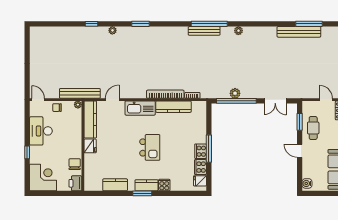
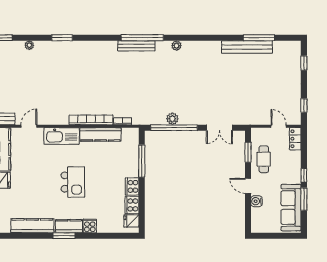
window: (209, 149) -> (142, 161), moved
water cooler: (307, 183) -> (256, 201), moved
kitchen counter: (115, 185) -> (32, 226), width x1.50

